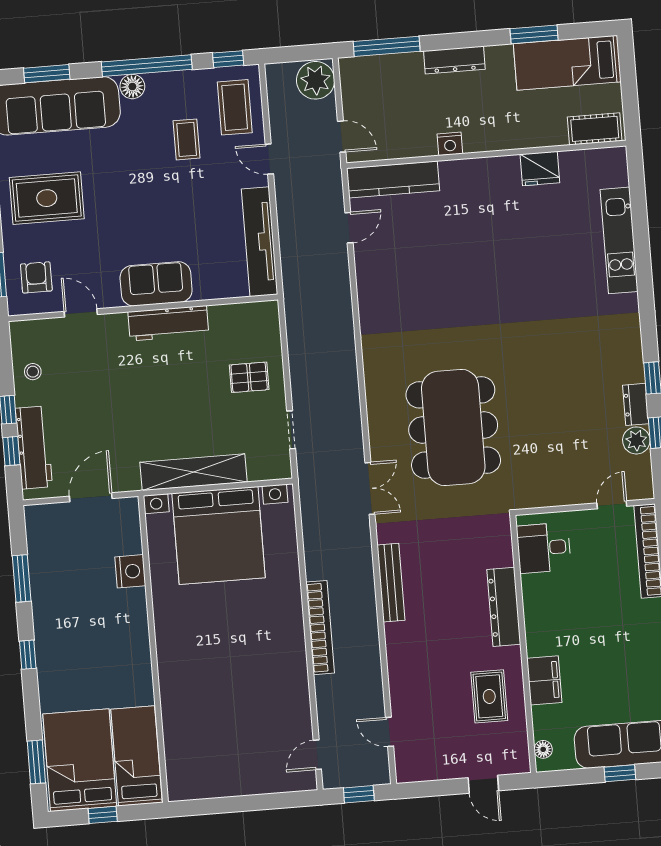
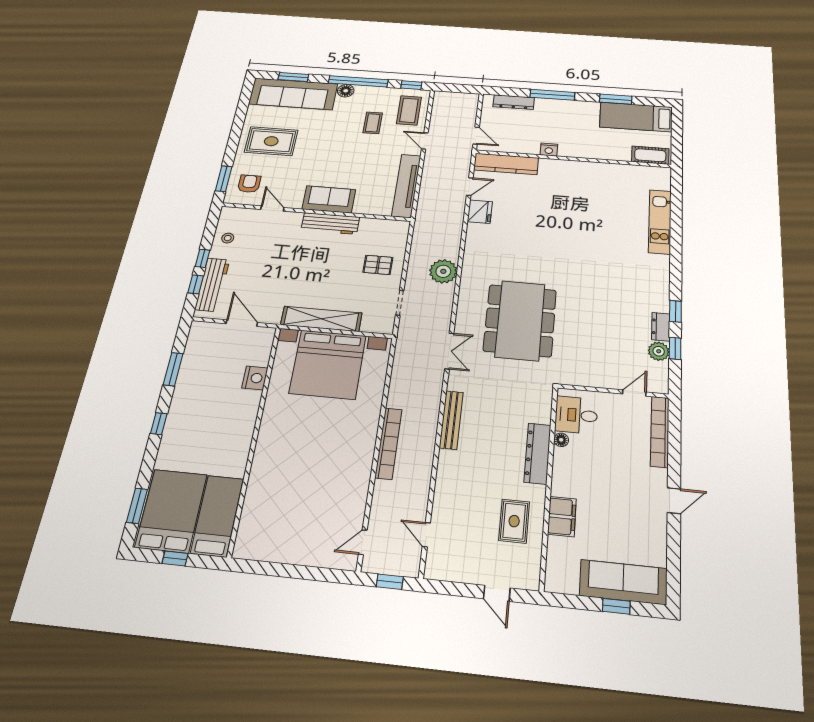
window: (387, 46) -> (552, 95), moved
dresser: (454, 60) -> (514, 102), moved
plant: (316, 80) -> (443, 271), moved
fridge: (540, 169) -> (480, 212), moved, turned -90
door: (91, 497) -> (242, 323), hinge flipped
floor lamp: (543, 749) -> (561, 440), moved

